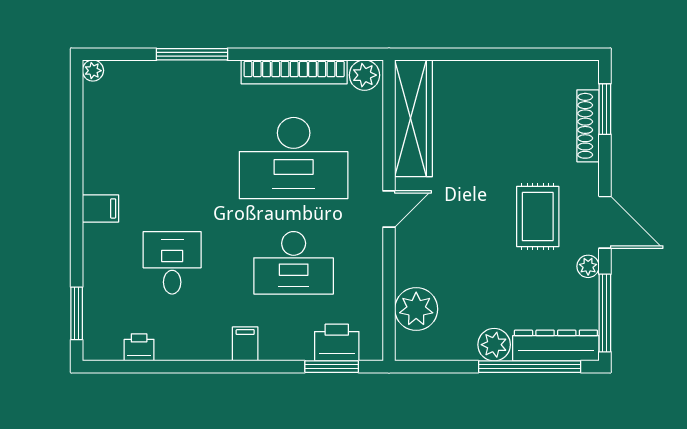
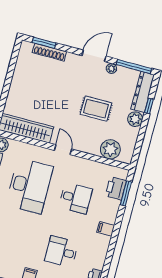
rug: (538, 216) -> (96, 109), moved
desk: (294, 263) -> (76, 198), width x0.73
window: (530, 367) -> (149, 106), width x0.32

